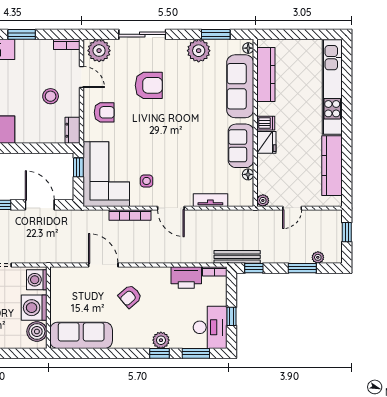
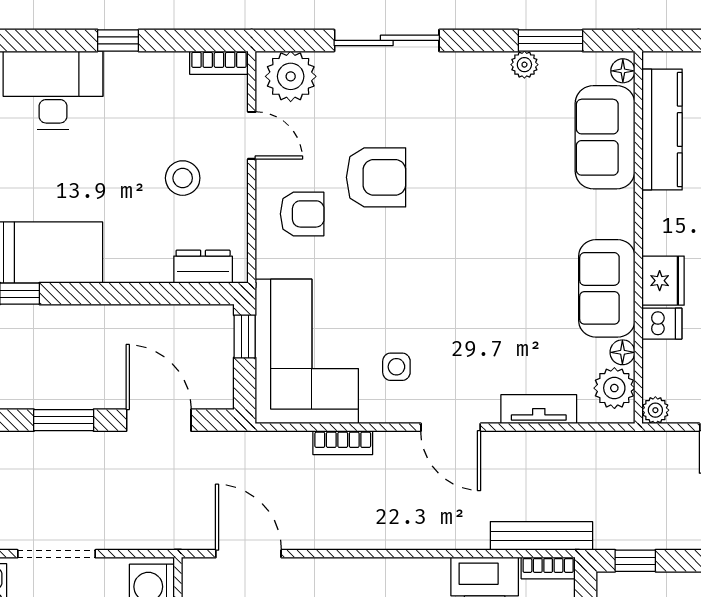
window: (22, 34) -> (118, 40), width x0.67
plant: (199, 51) -> (524, 65), width x0.53, depth x0.53
armchair: (149, 85) -> (376, 177), moved
sofa: (240, 86) -> (605, 137), width x0.73
dishwasher: (266, 123) -> (662, 324), moved
dresser: (73, 130) -> (203, 267), moved, turned 90
plant: (244, 191) -> (614, 388), added
bookcase: (130, 215) -> (343, 443), width x0.64
bench: (237, 257) -> (541, 536), moved
door: (103, 265) -> (248, 554), moved

